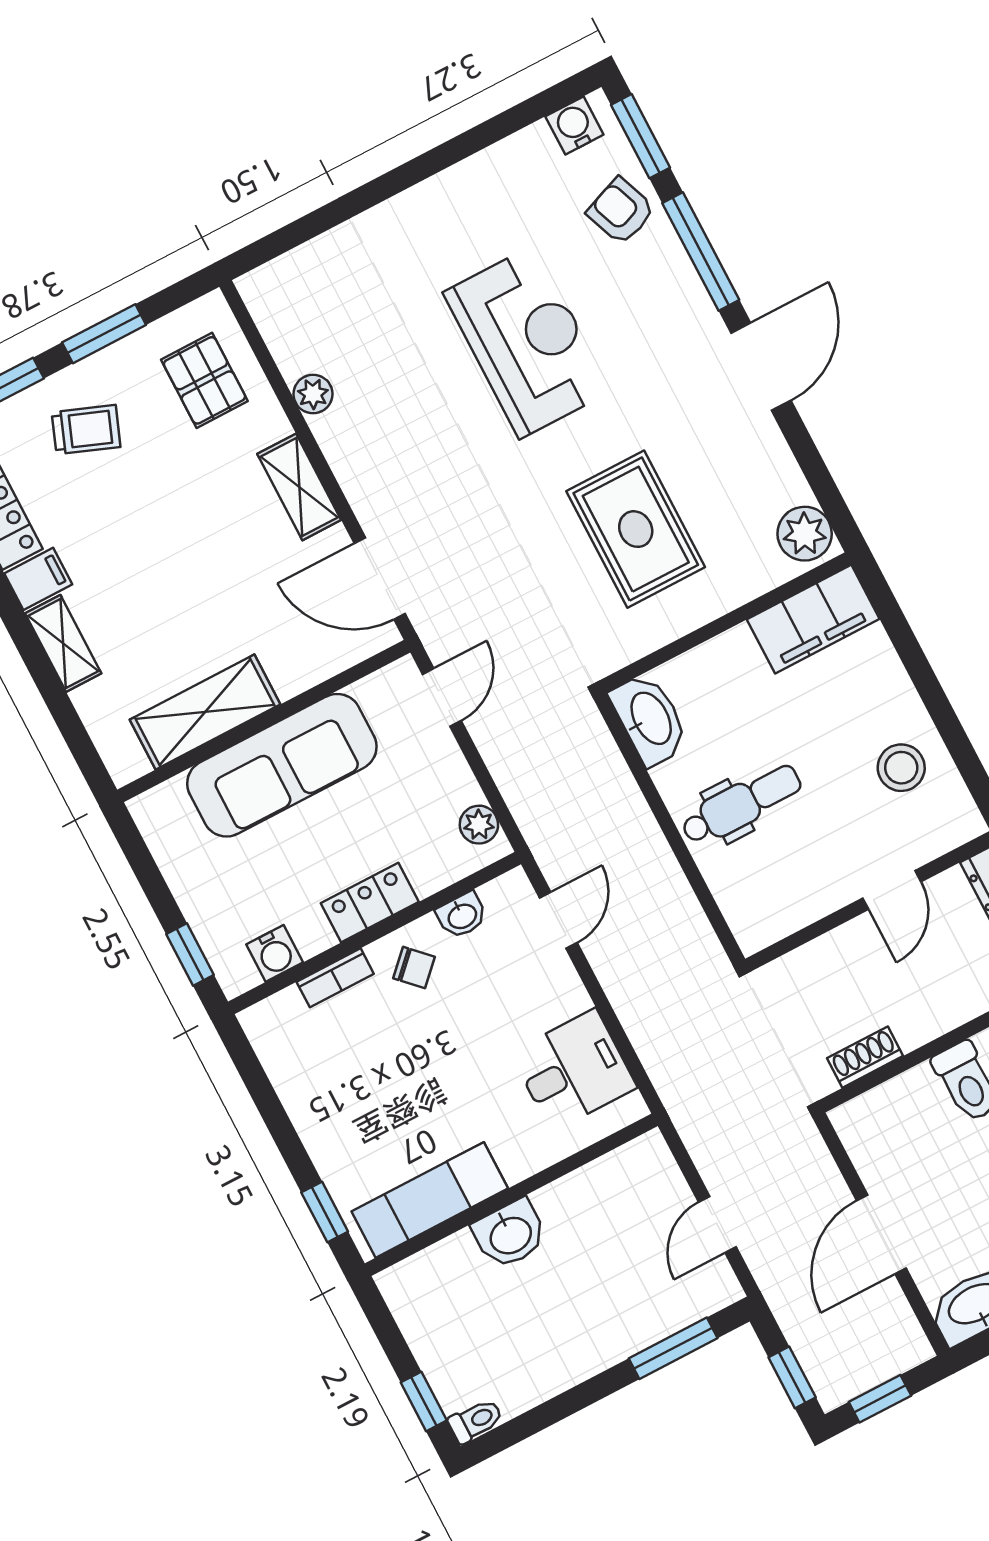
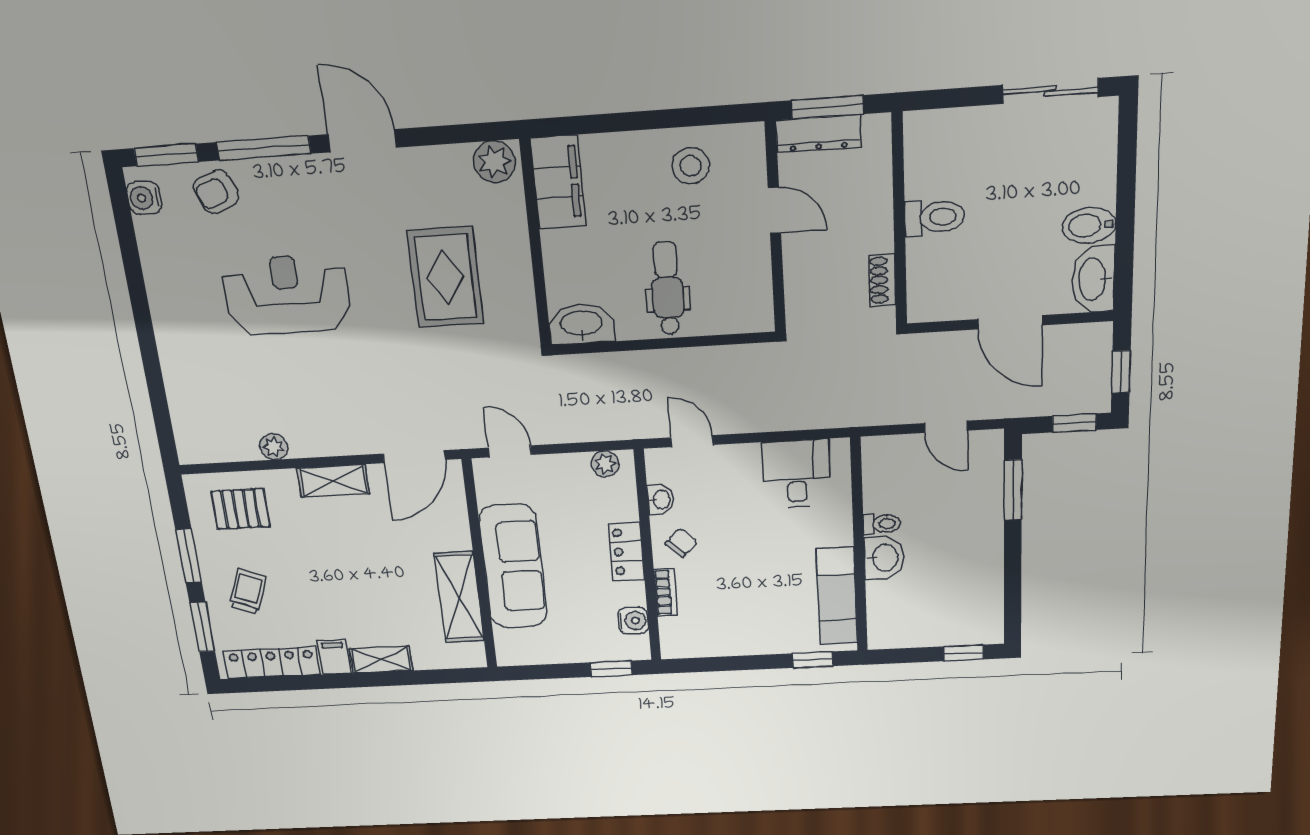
rug: (636, 529) -> (445, 277), turned 90
toilet: (476, 1421) -> (882, 524), moved, turned 90

